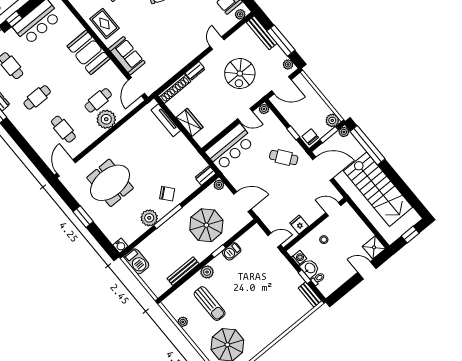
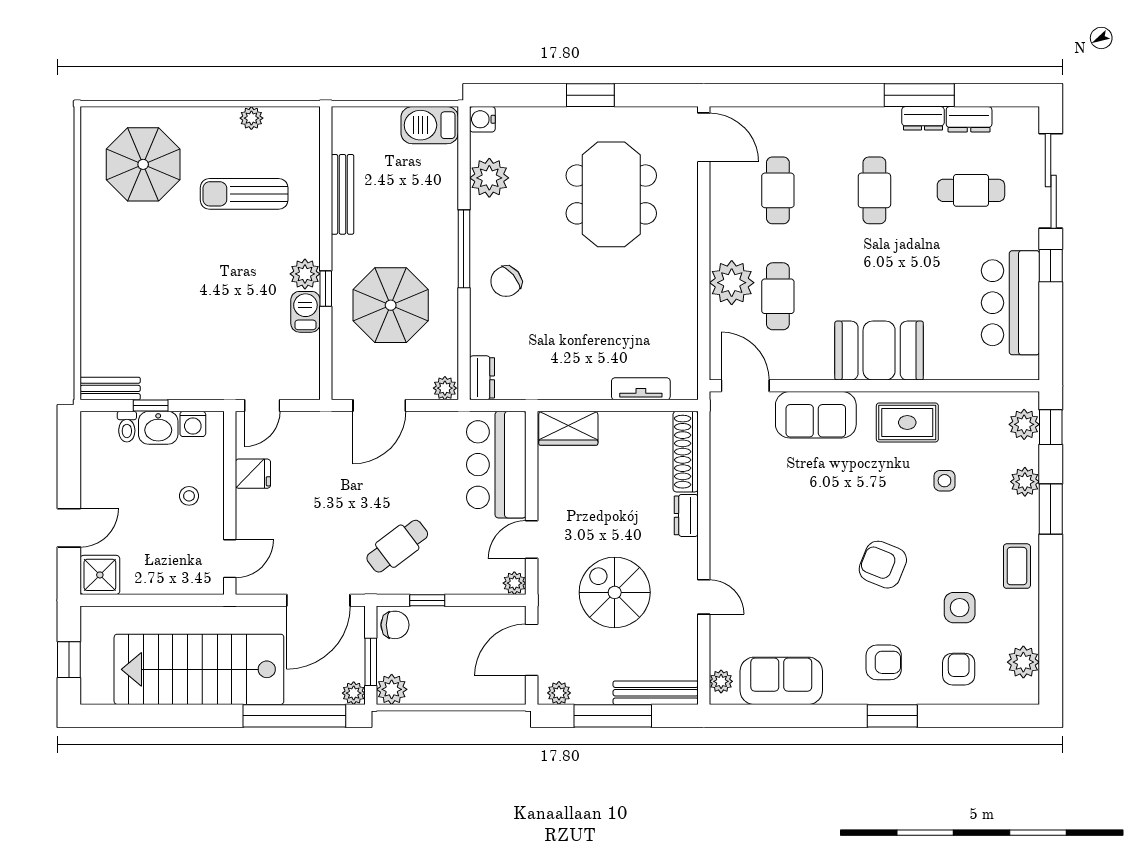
tv unit: (166, 120) -> (641, 389), width x0.71
wardrobe: (189, 122) -> (568, 428), moved
cafe table: (63, 129) -> (778, 190), turned 90
plant: (149, 218) -> (489, 178), moved
plant: (207, 272) -> (305, 274), moved

